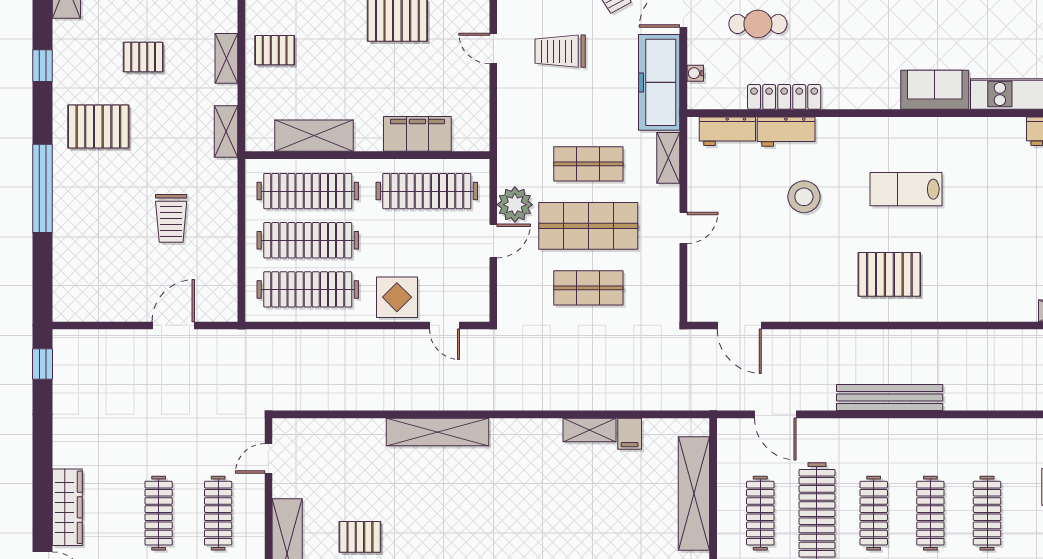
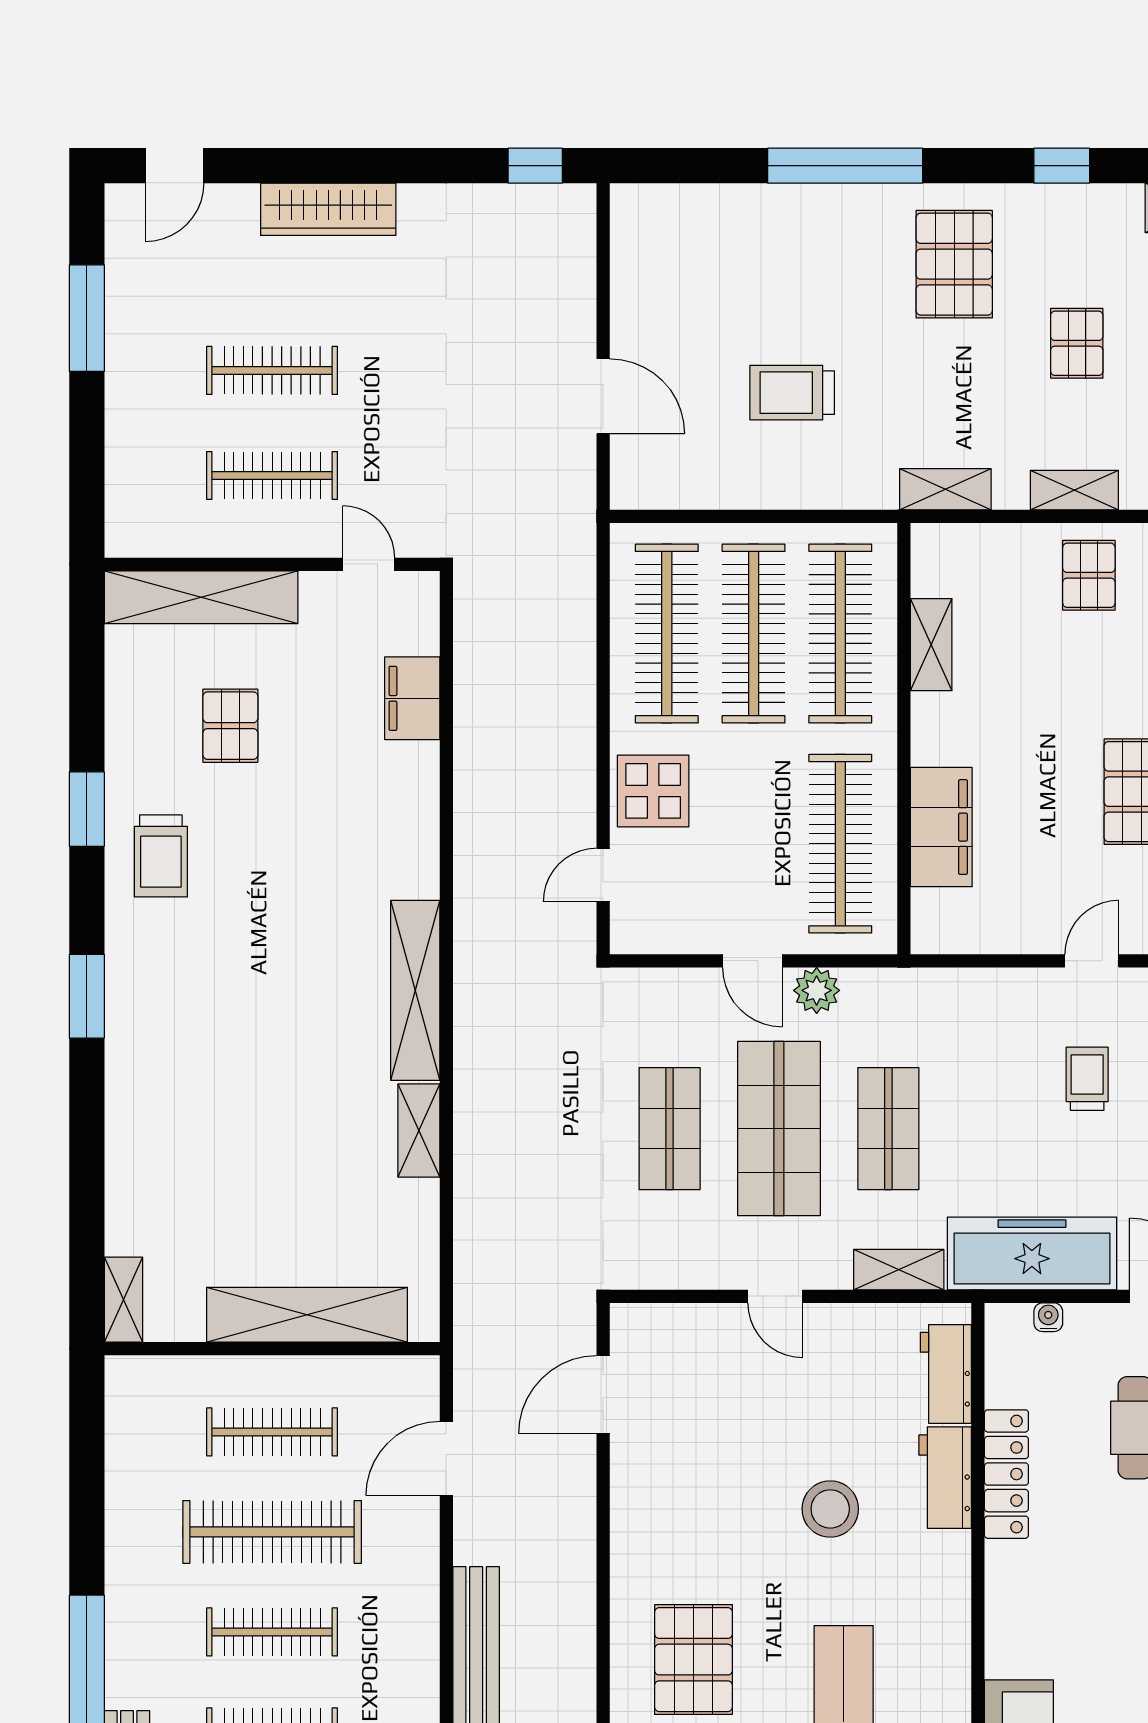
trolley: (560, 51) -> (1087, 1079), width x0.73, depth x0.72
shelving: (314, 136) -> (931, 645), width x0.67, depth x0.75
plant: (515, 205) -> (817, 990), width x0.73, depth x0.73
shelving: (438, 432) -> (415, 990), moved
filing cabinet: (630, 434) -> (412, 698), moved, width x2.00
wardrobe: (67, 507) -> (328, 209), moved

